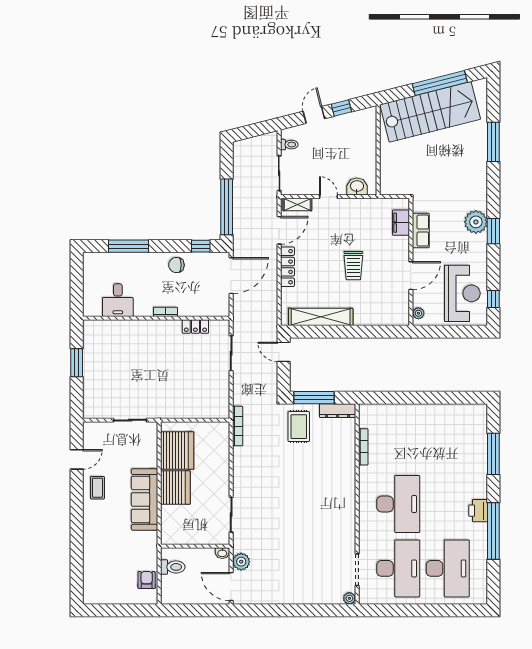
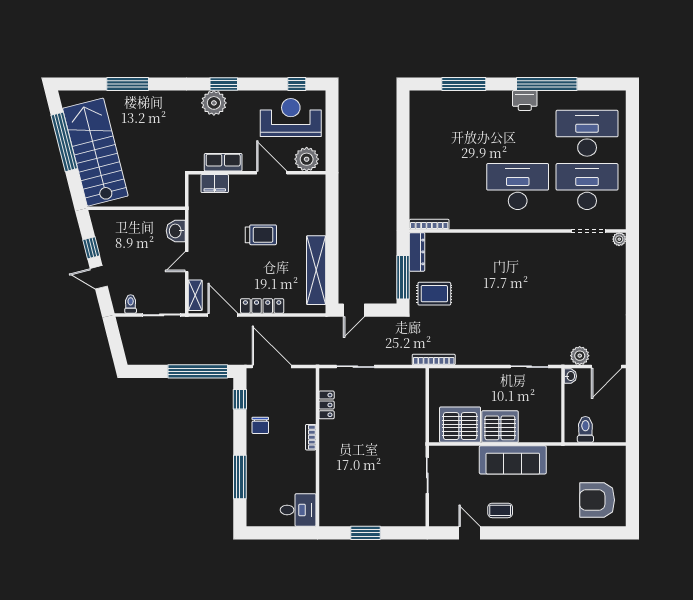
desk: (118, 300) -> (298, 510), moved
plant: (418, 313) -> (307, 159), width x1.88, depth x1.88
bookcase: (363, 447) -> (429, 224), moved
armchair: (147, 580) -> (597, 500), moved, width x1.88, depth x1.88

